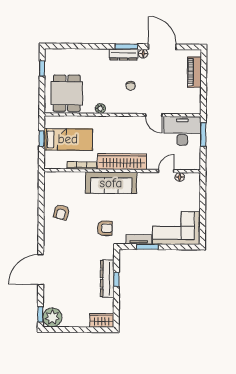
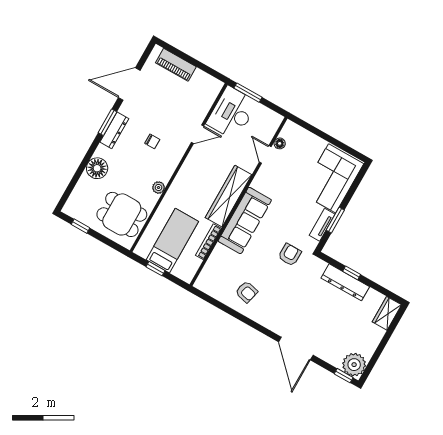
floor lamp: (143, 54) -> (97, 168), moved, width x1.89, depth x1.89

